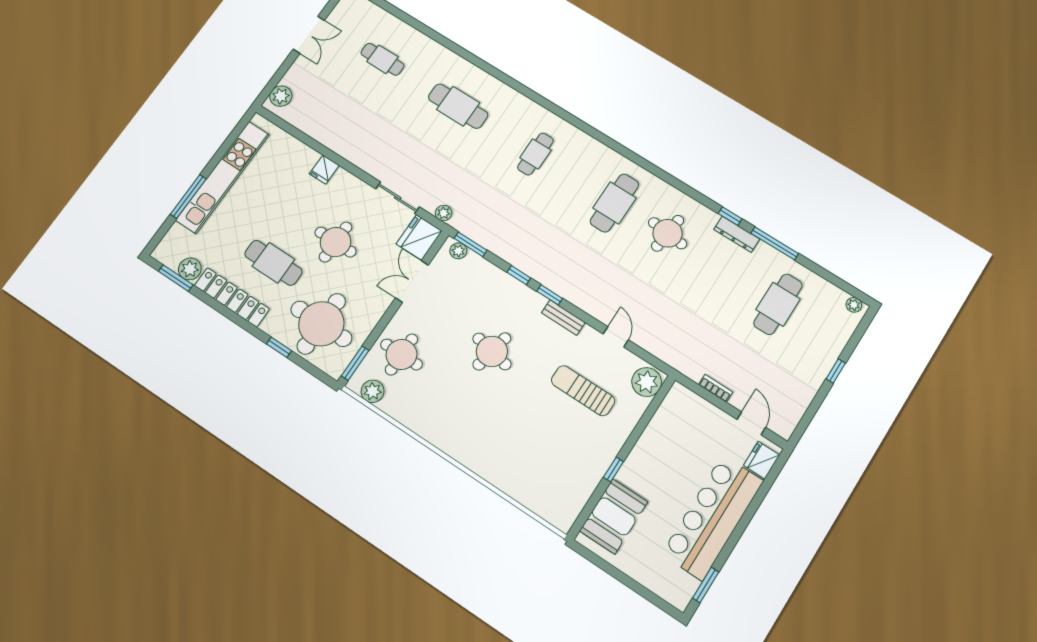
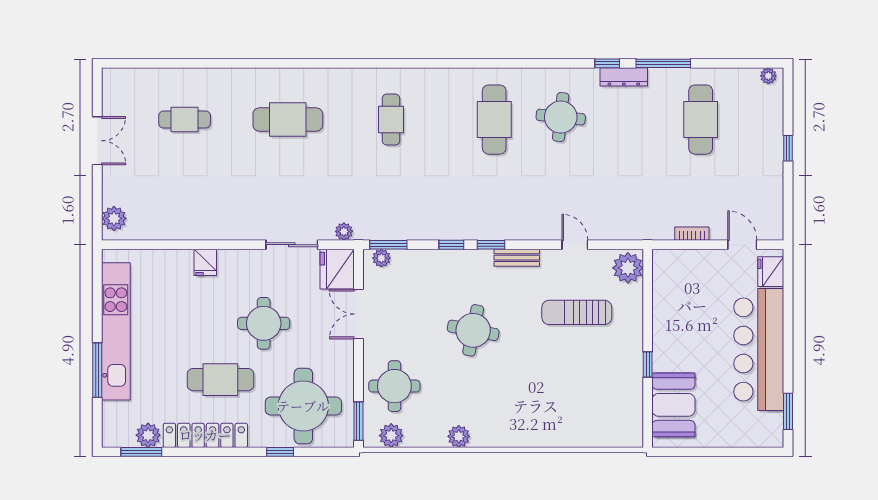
plant: (425, 427) -> (459, 436), added

